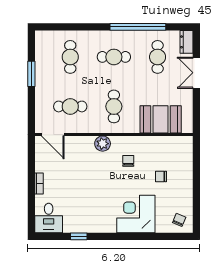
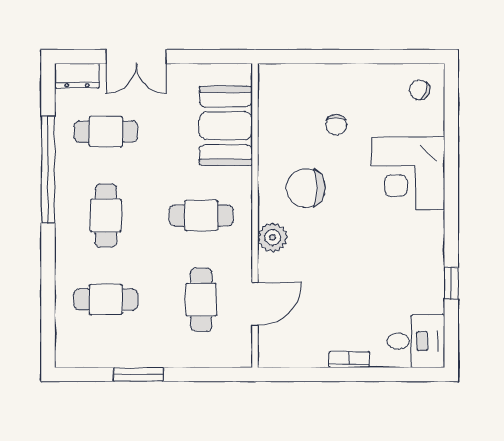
door: (53, 134) -> (255, 304), moved
chair: (128, 161) -> (306, 188), width x1.87, depth x1.87

